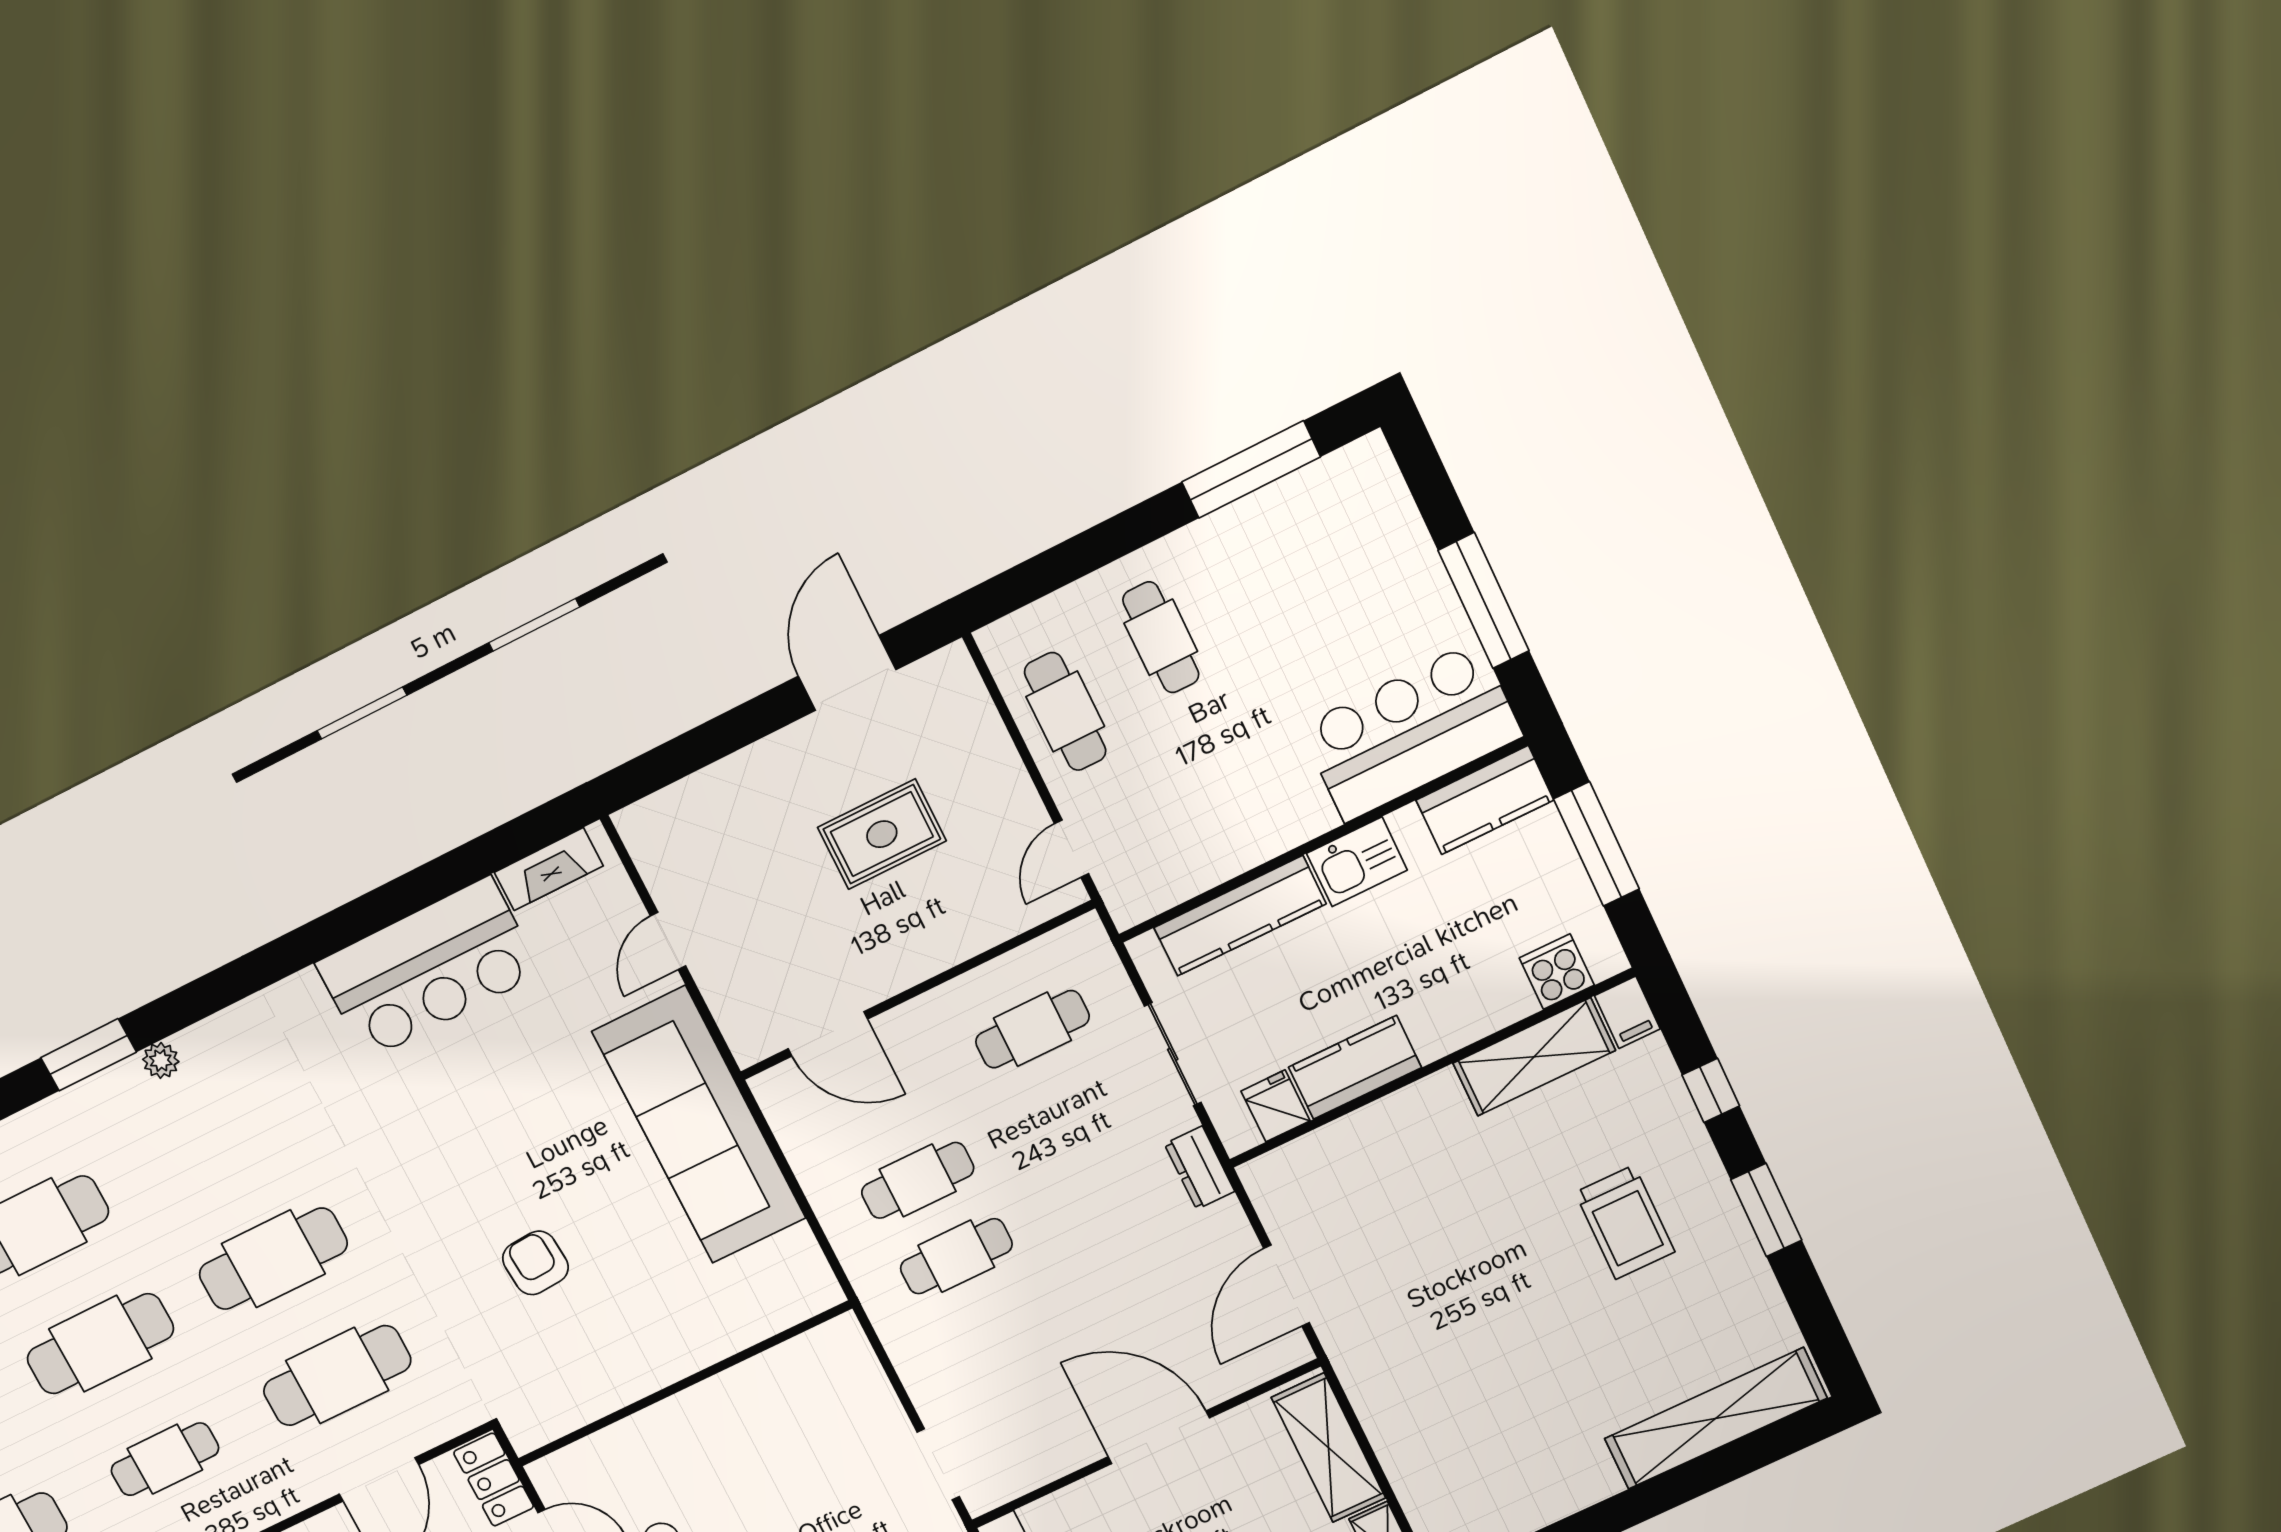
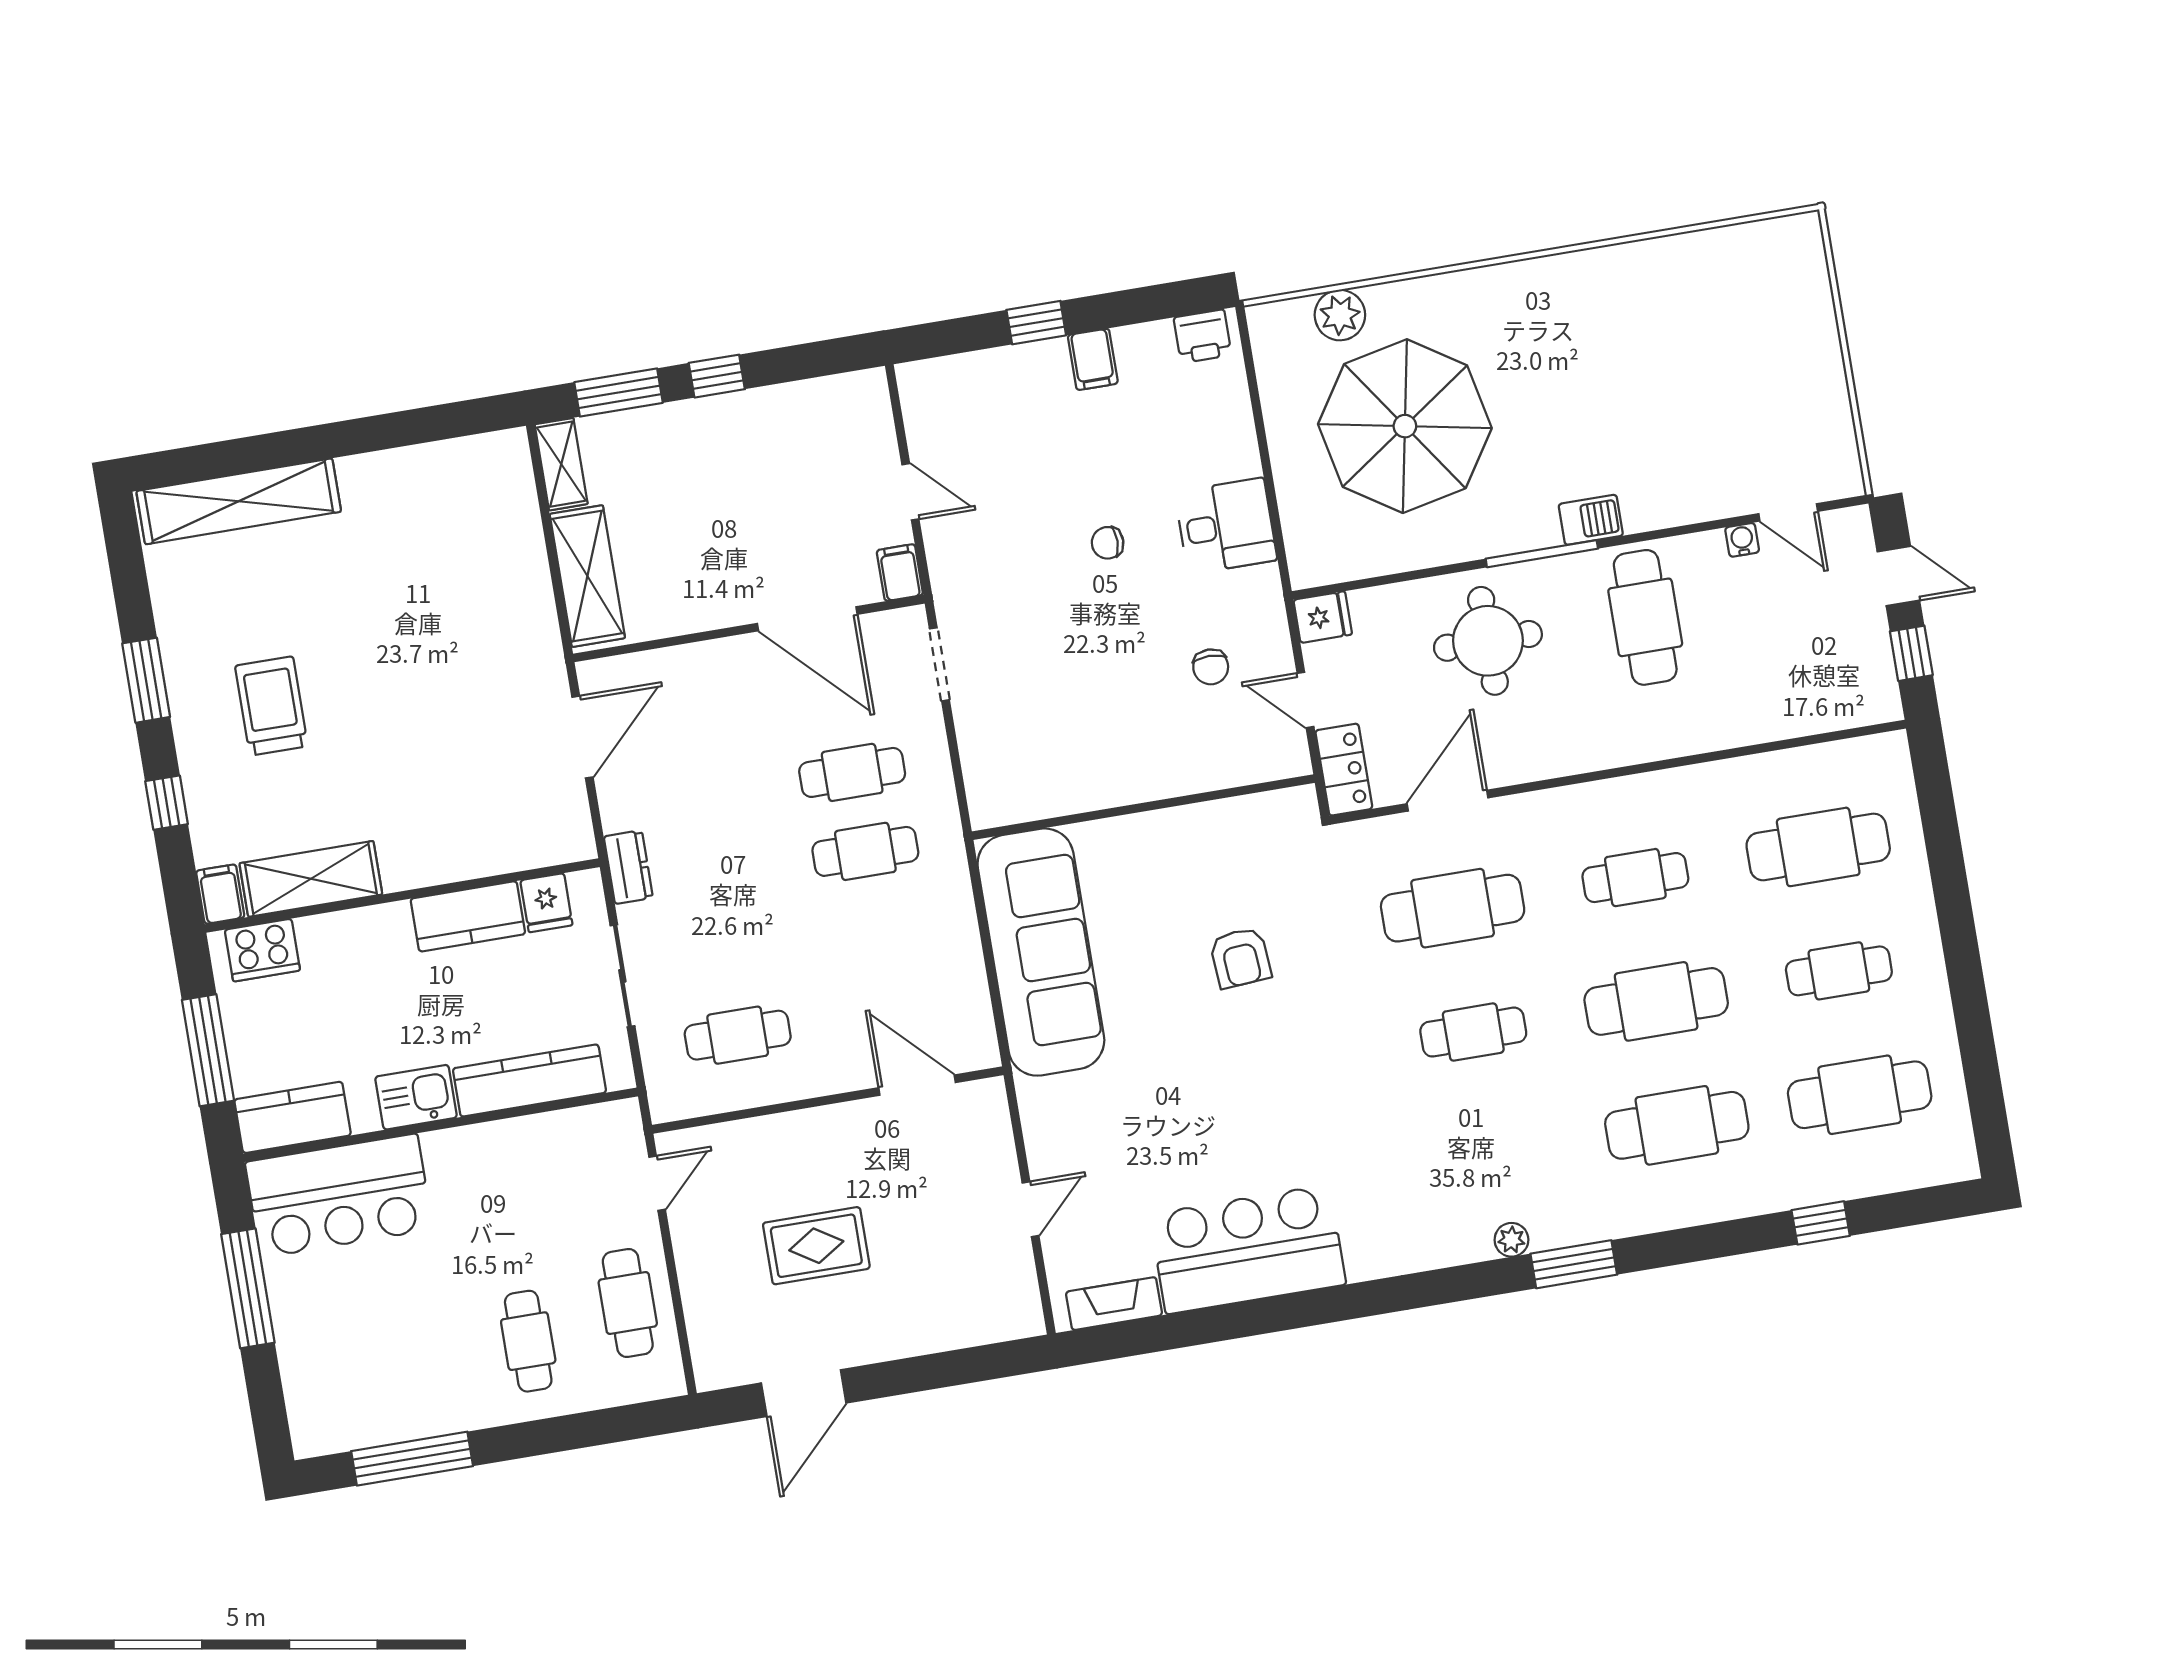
cooker: (1557, 972) -> (262, 950), width x1.36
sofa: (699, 1125) -> (1041, 952), moved
cafe table: (918, 1180) -> (852, 772), moved
cafe table: (273, 1259) -> (1473, 1032), width x0.73, depth x0.74
door: (1159, 1437) -> (807, 619), moved

